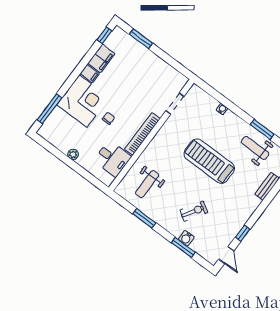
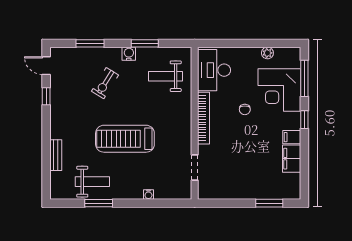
window: (104, 35) -> (304, 120), moved
corner desk: (83, 101) -> (279, 90), moved
plant: (73, 154) -> (267, 53), moved
desk: (112, 159) -> (214, 70), width x1.37
treadmill: (209, 161) -> (125, 139), turned 180
weight bench: (147, 184) -> (166, 76), turned -90
water cooler: (186, 238) -> (129, 54), moved

